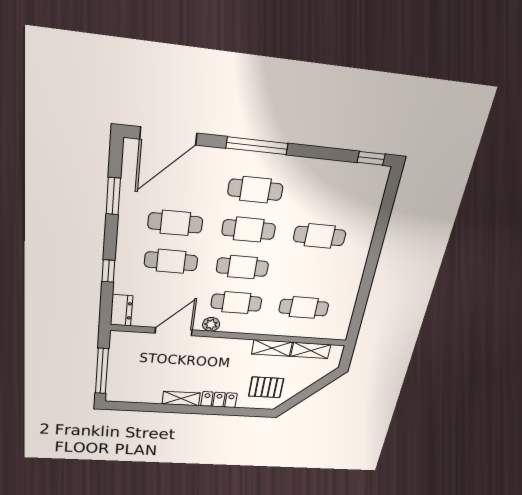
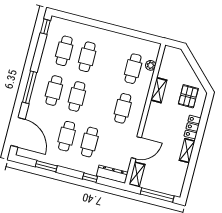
cafe table: (242, 267) -> (64, 51), moved
dresser: (121, 310) -> (112, 174), width x1.44
plant: (211, 324) -> (151, 65), moved
door: (174, 332) -> (136, 148), swing flipped
shelving: (311, 350) -> (137, 174), moved

